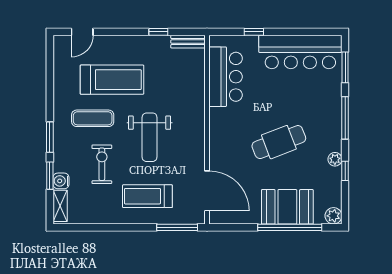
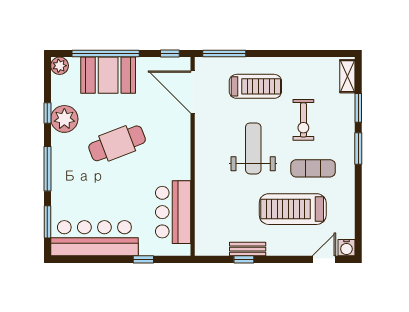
bench: (188, 42) -> (248, 249), moved
plant: (335, 159) -> (64, 119), width x1.87, depth x1.87
water cooler: (61, 181) -> (346, 248), moved, turned 90
window: (229, 227) -> (170, 54), added

